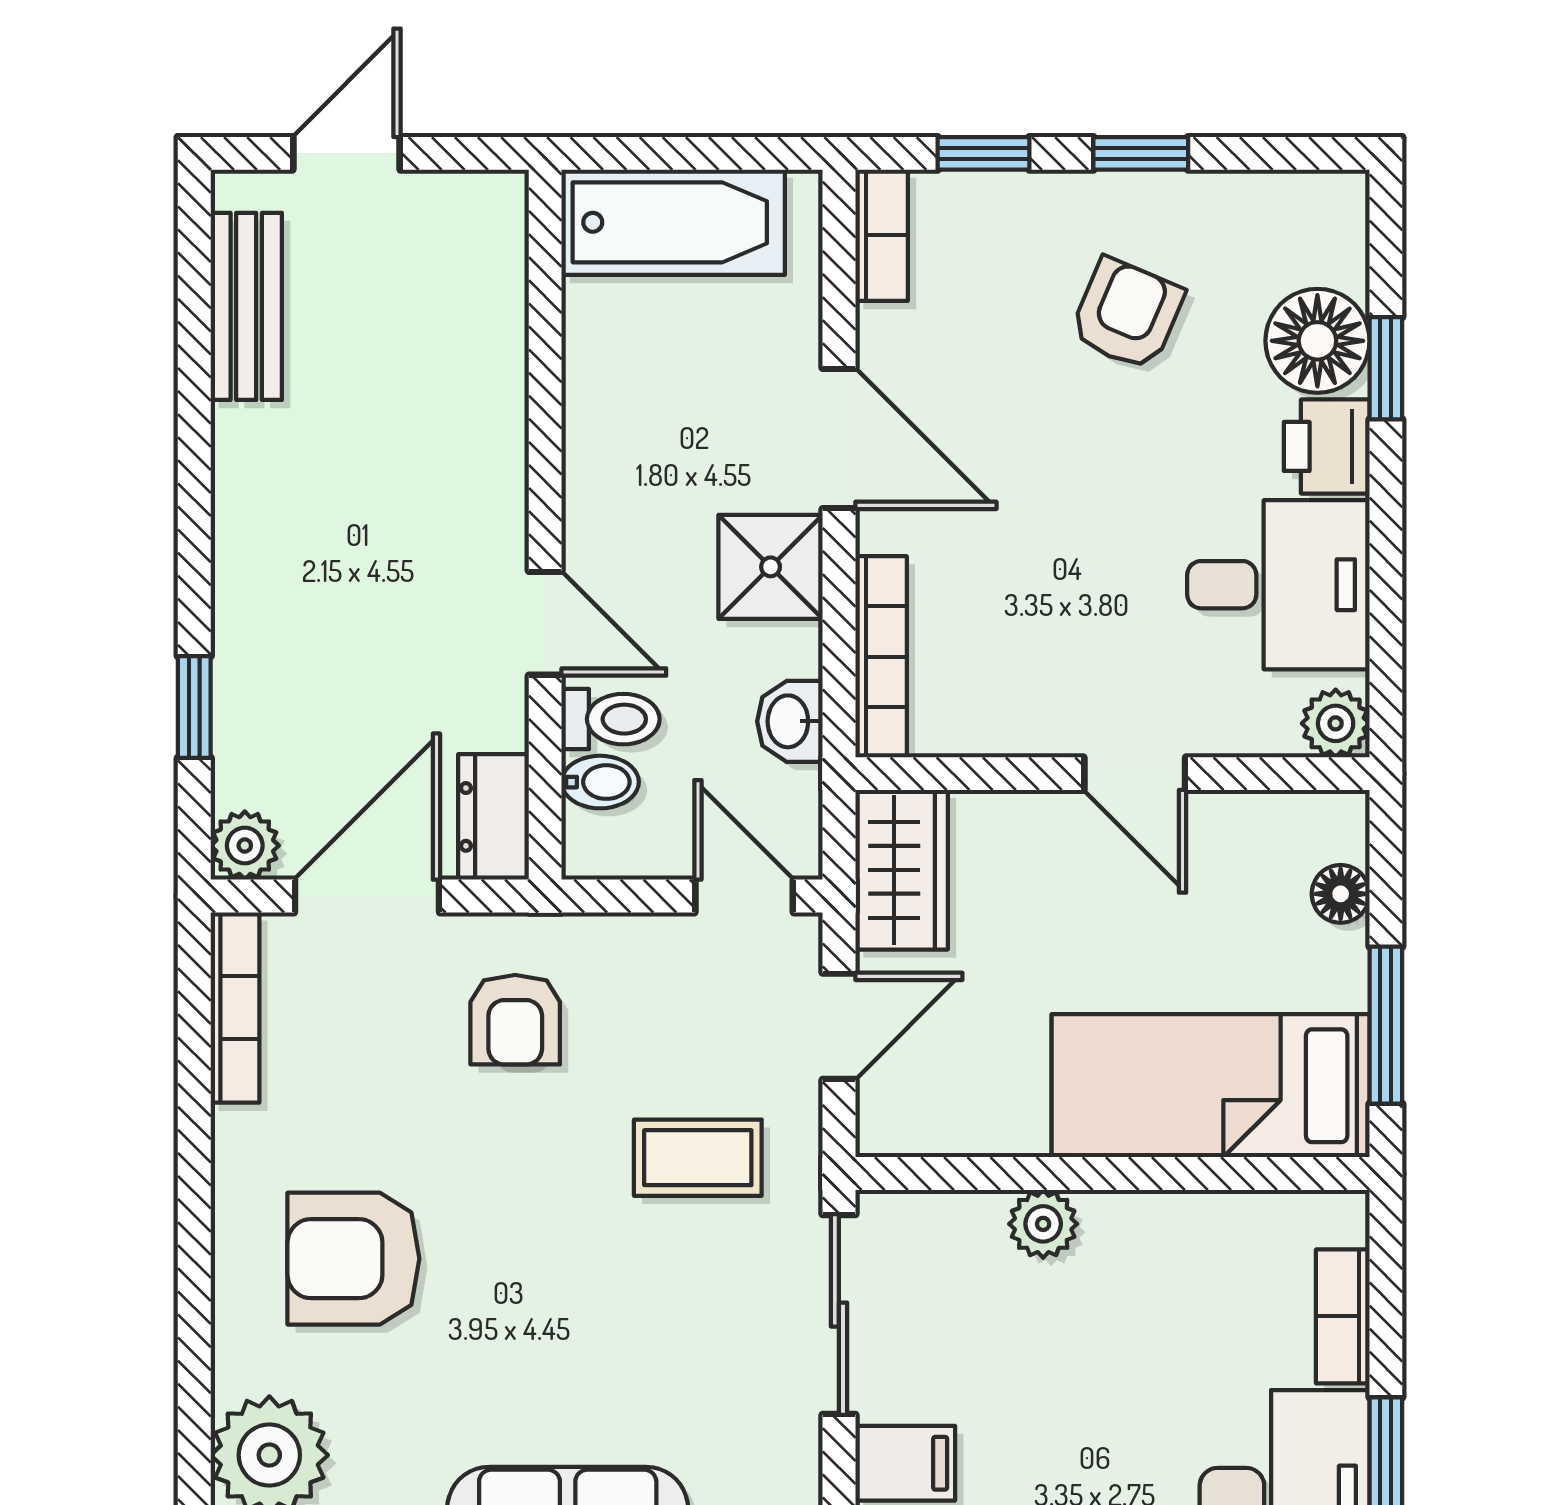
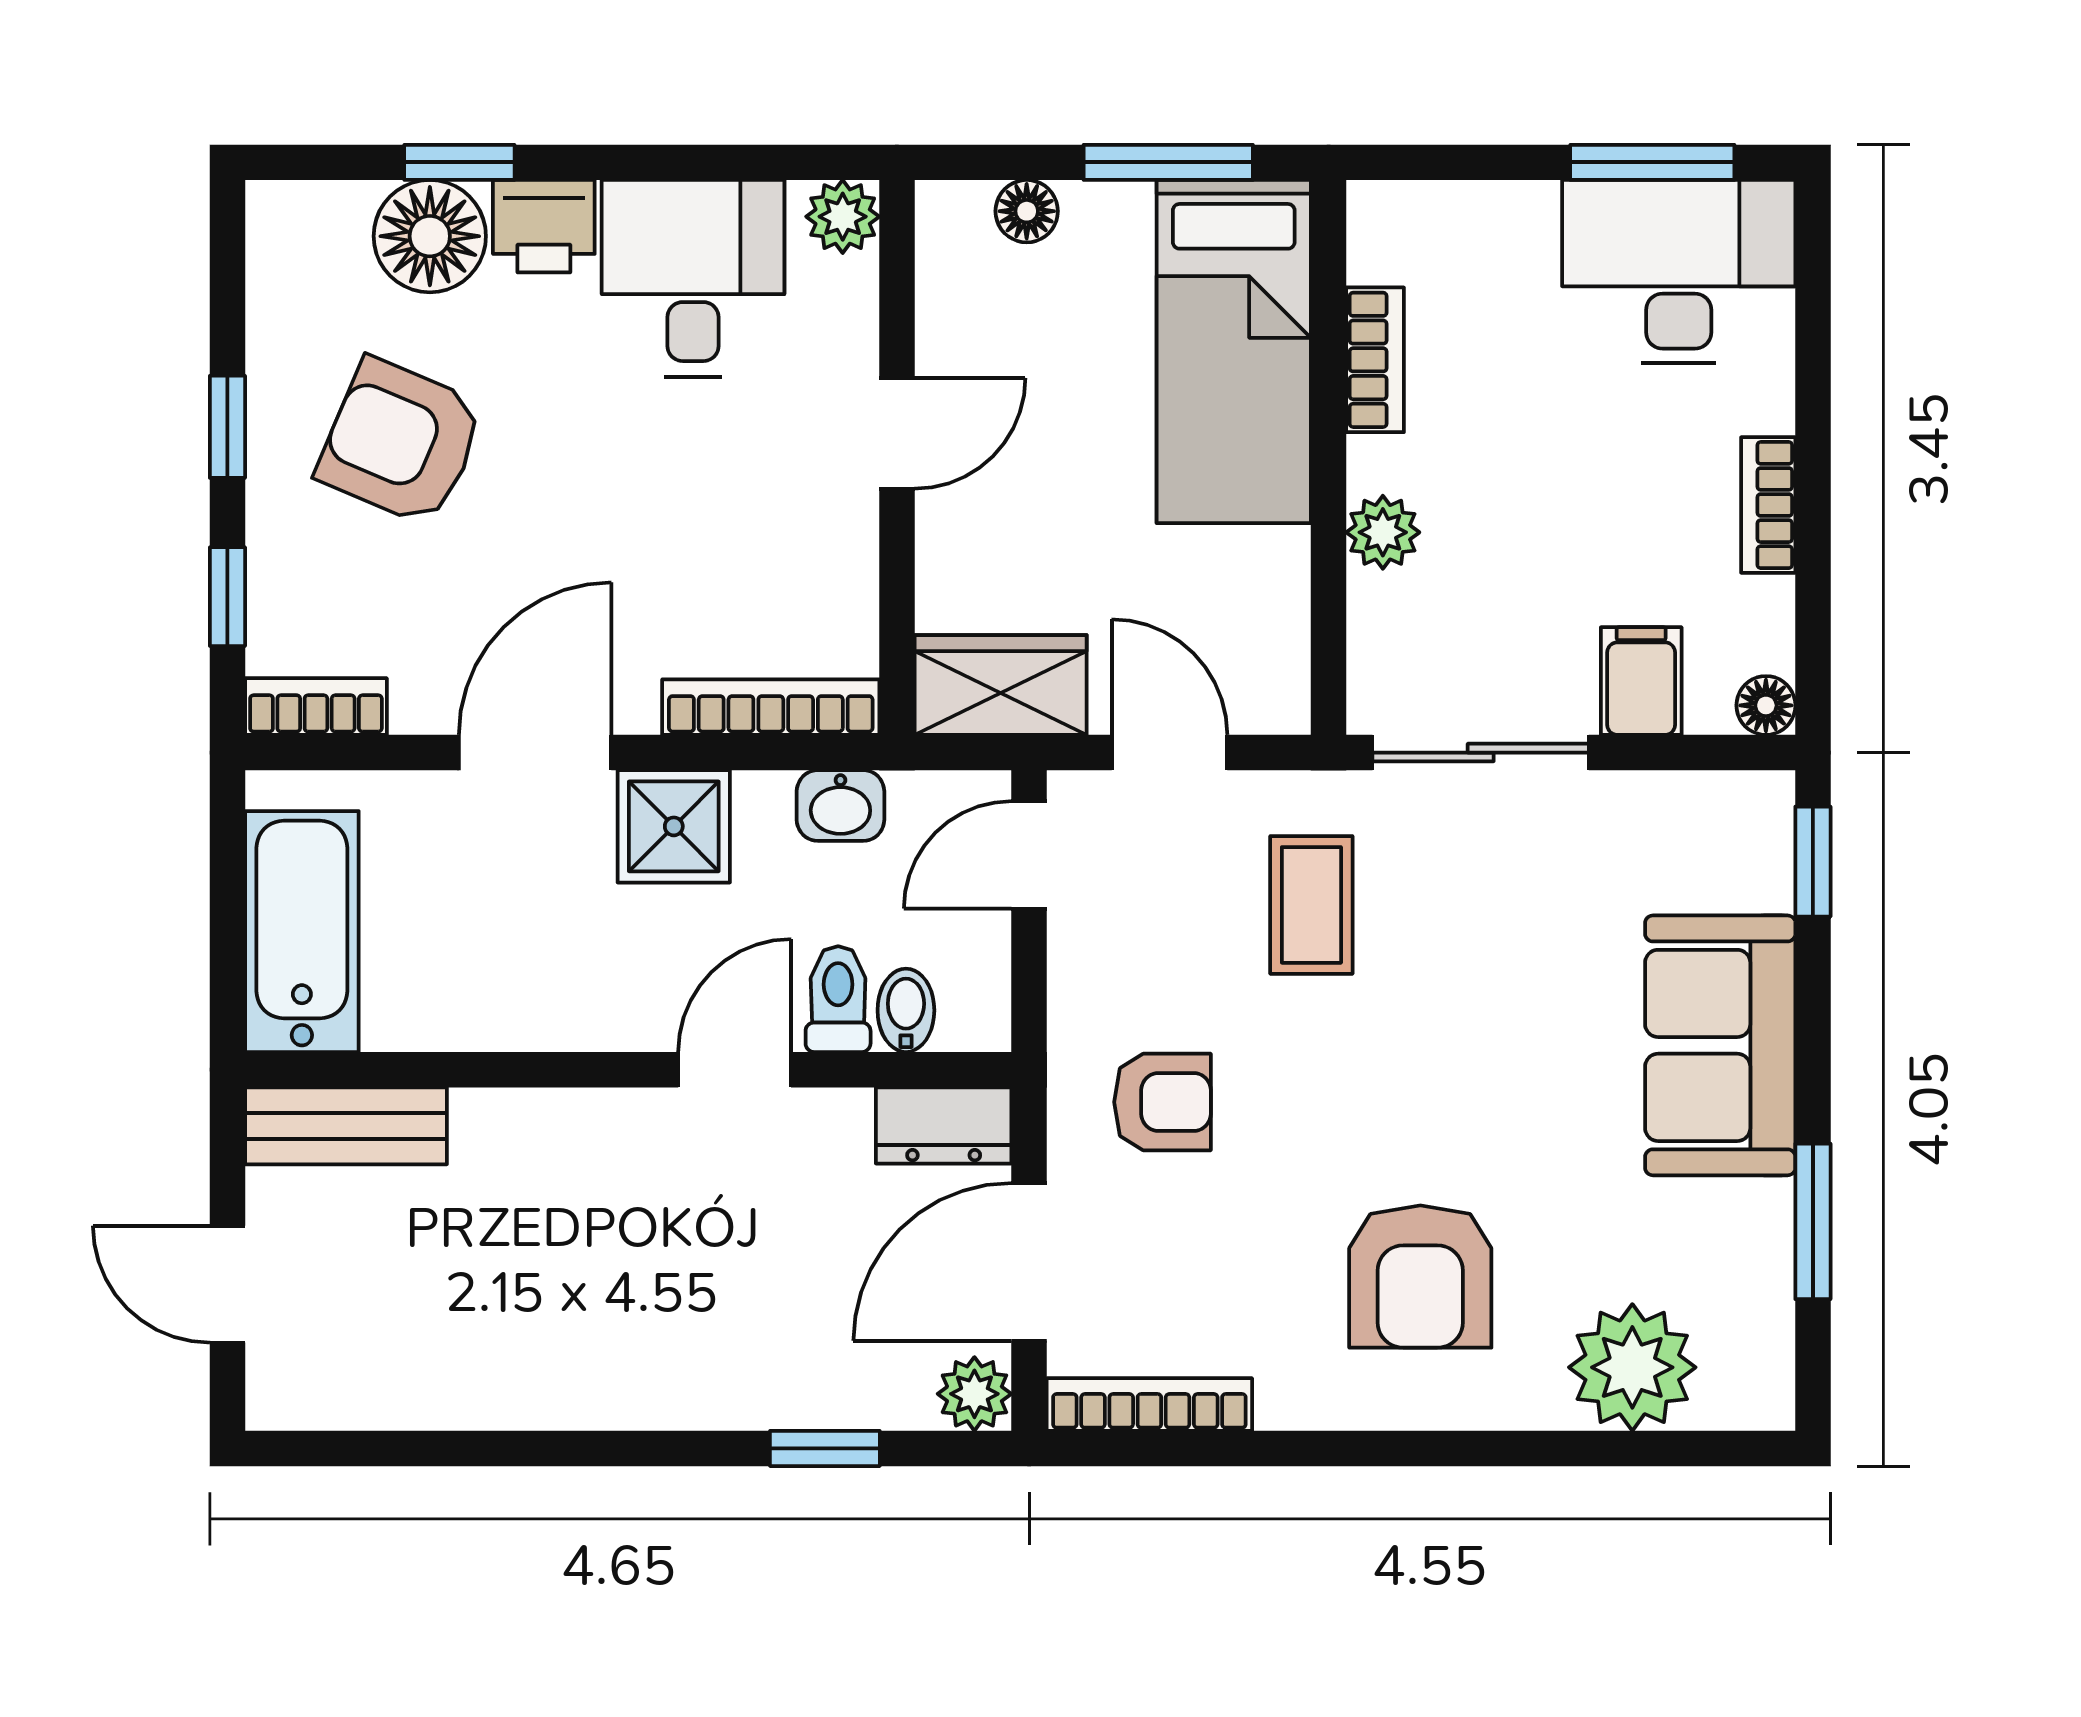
bench: (246, 306) -> (346, 1126), moved
armchair: (1127, 314) -> (401, 442), width x1.38, depth x1.38
door: (367, 896) -> (1029, 1262), hinge flipped
bookcase: (1343, 1316) -> (1375, 360), moved, turned -90

